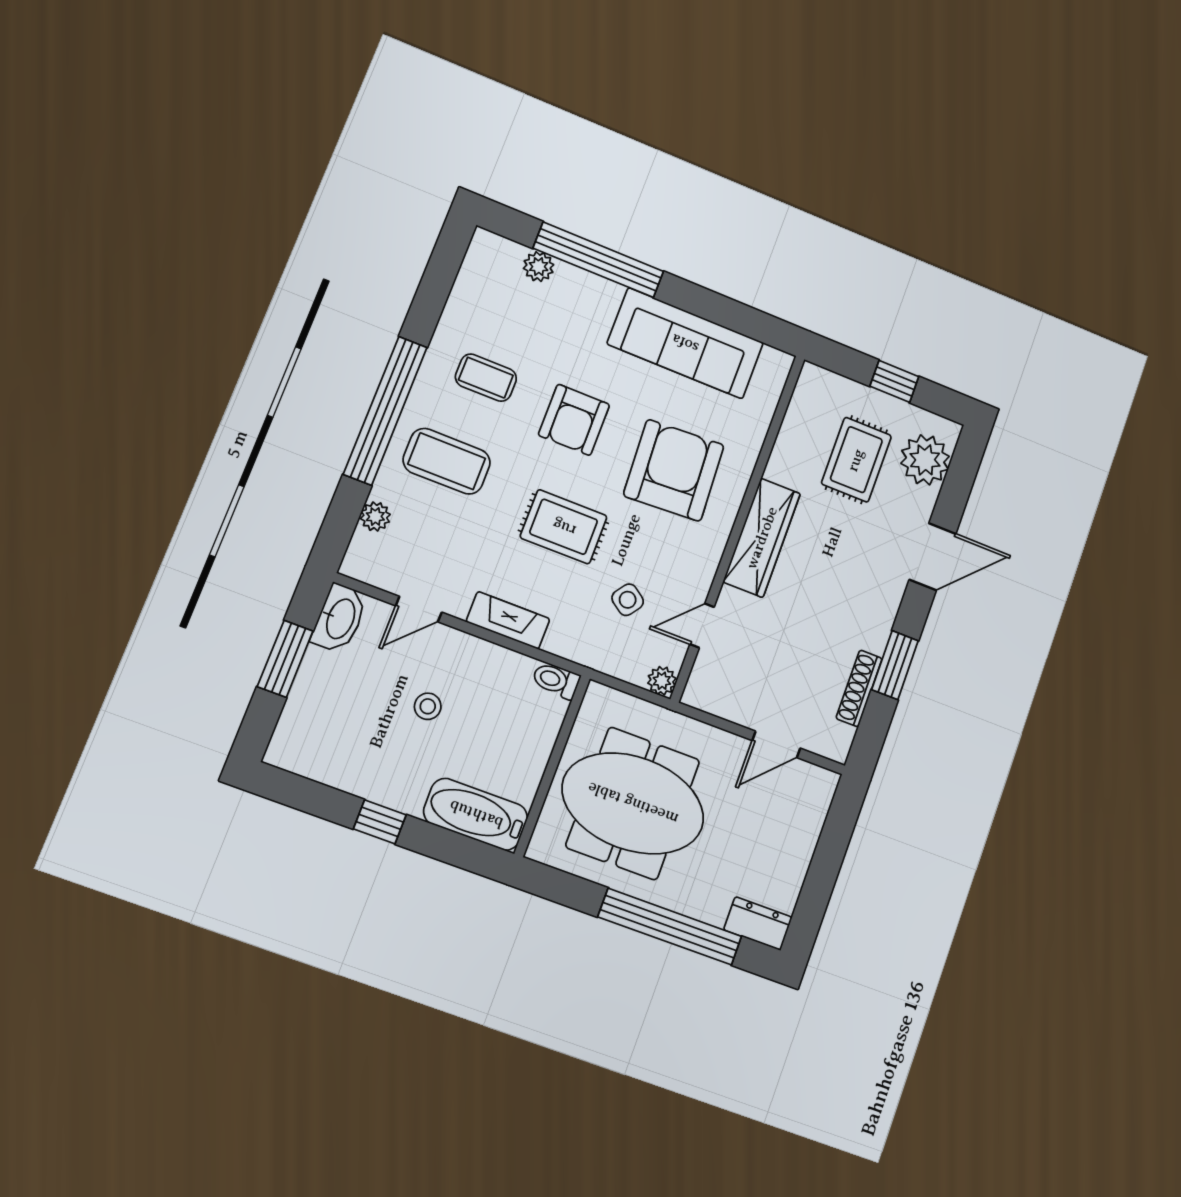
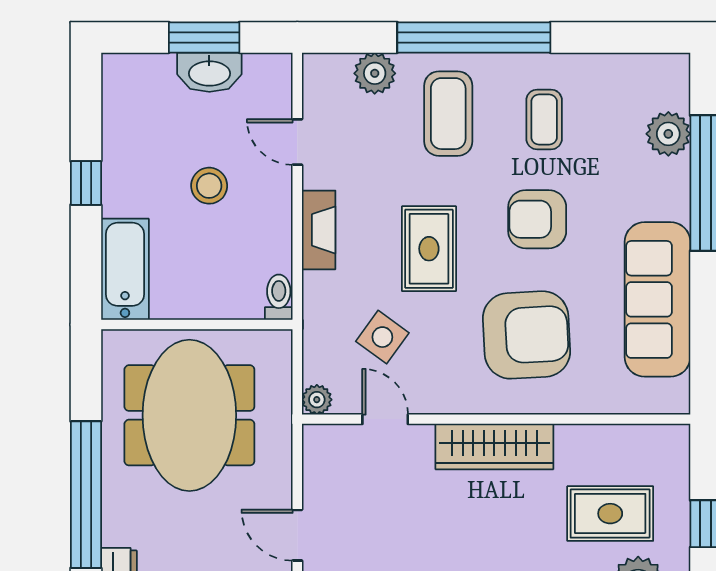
plant: (539, 267) -> (668, 134), width x1.38, depth x1.38
plant: (375, 517) -> (375, 73), width x1.38, depth x1.38
side table: (628, 600) -> (382, 337), width x1.37, depth x1.37
washbasin: (340, 618) -> (209, 72), moved
stool: (428, 706) -> (209, 186), width x1.37, depth x1.37

